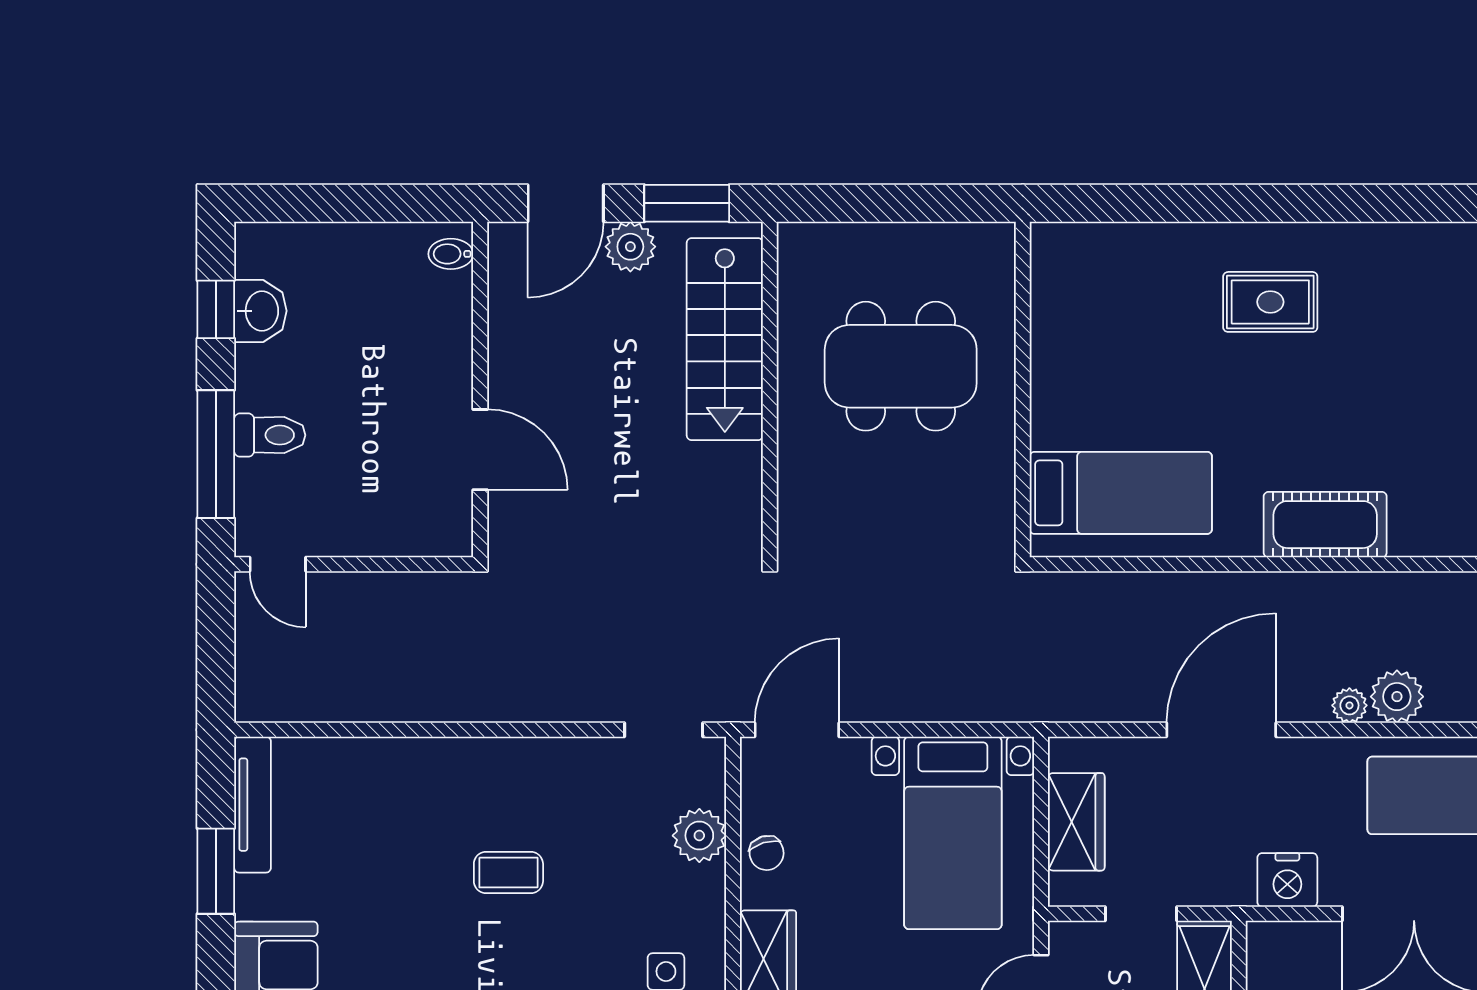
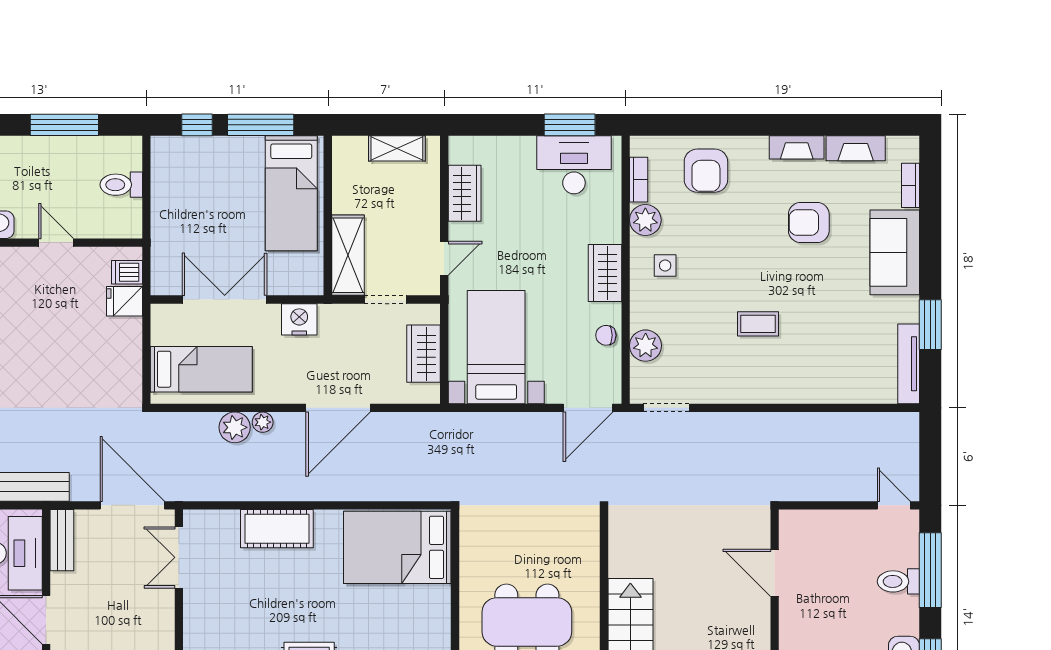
bed: (1121, 493) -> (397, 547), width x1.50
chair: (767, 853) -> (606, 335), turned -73

